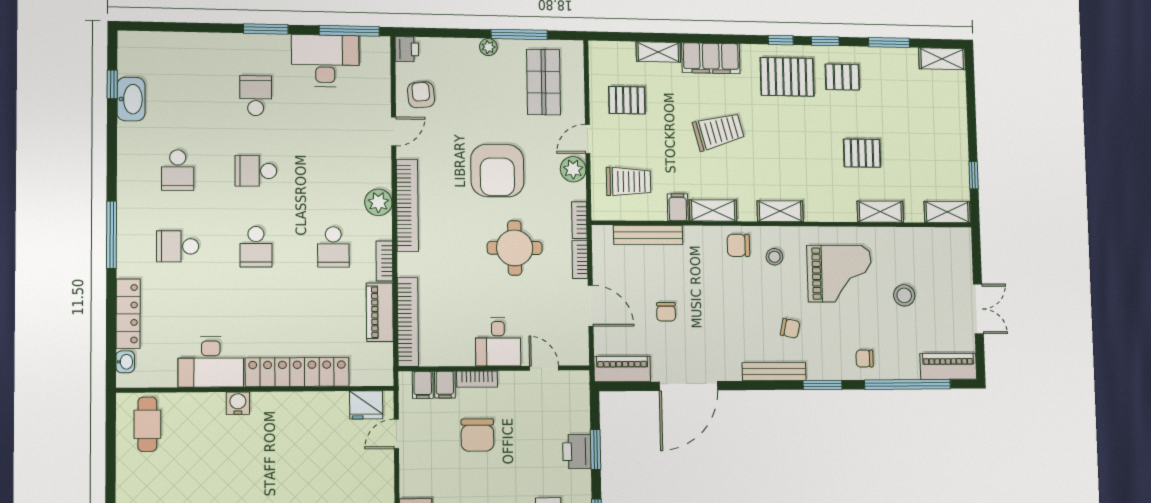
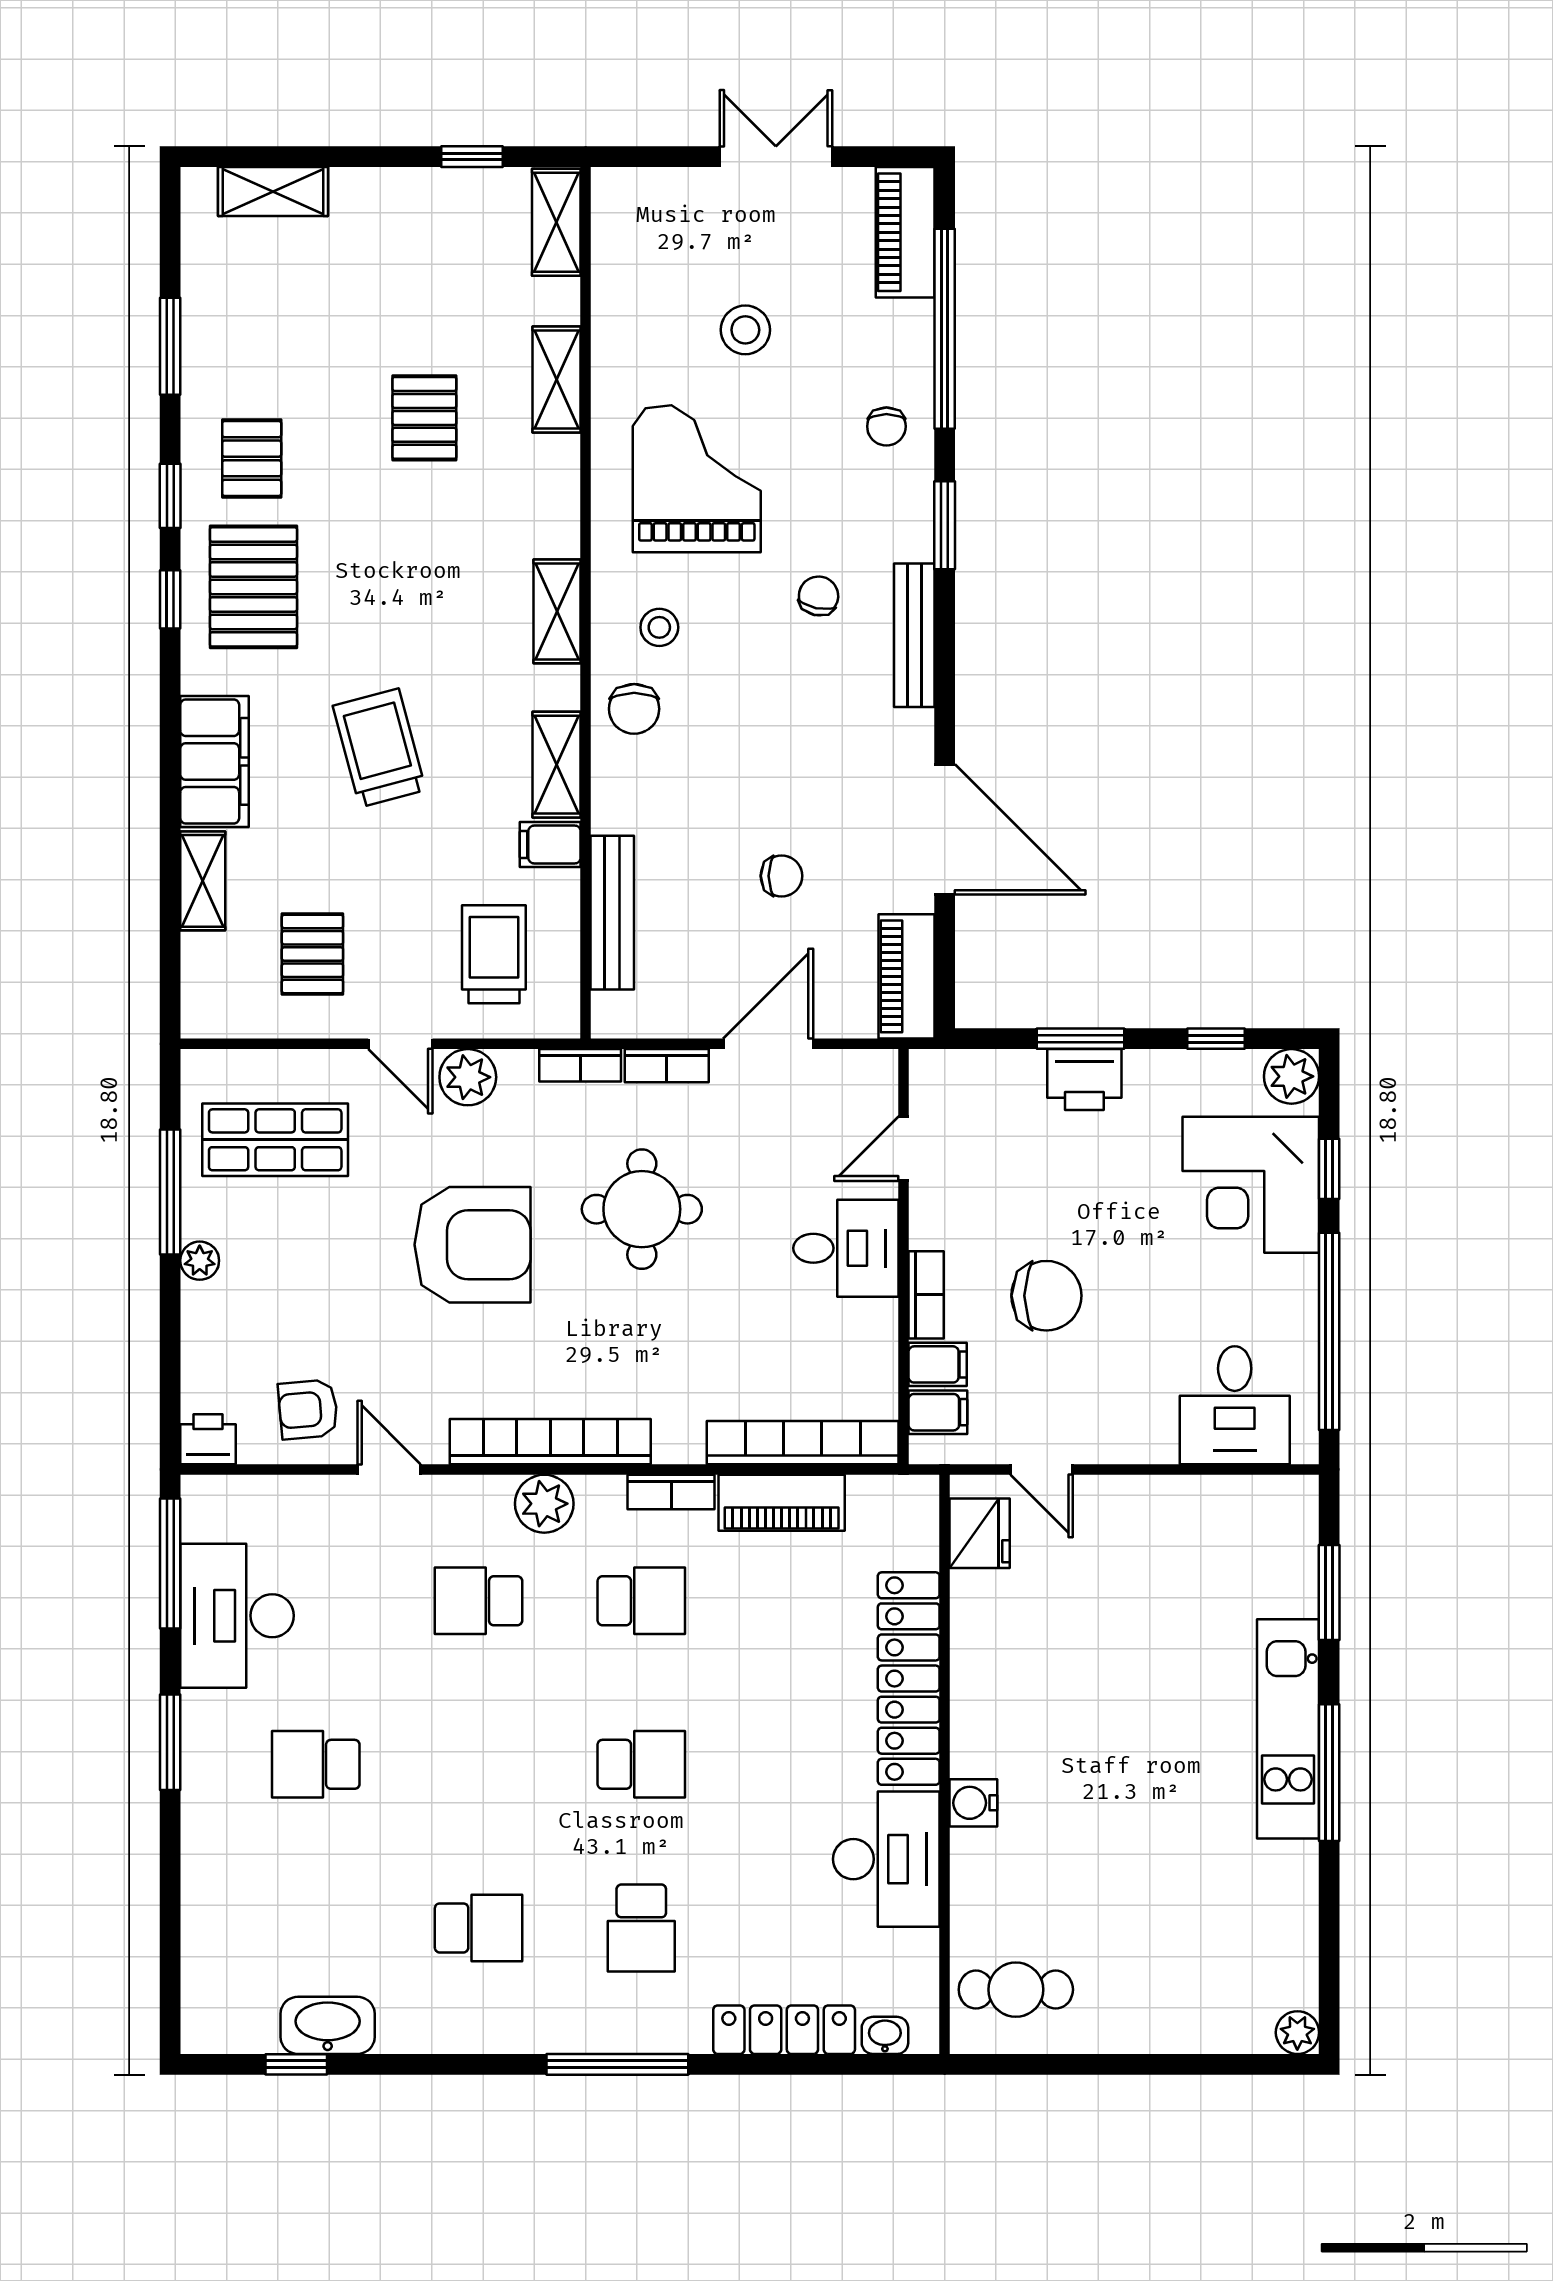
shelving: (942, 59) -> (273, 191), moved, turned 90
school desk: (256, 171) -> (479, 1601), moved, turned 90

